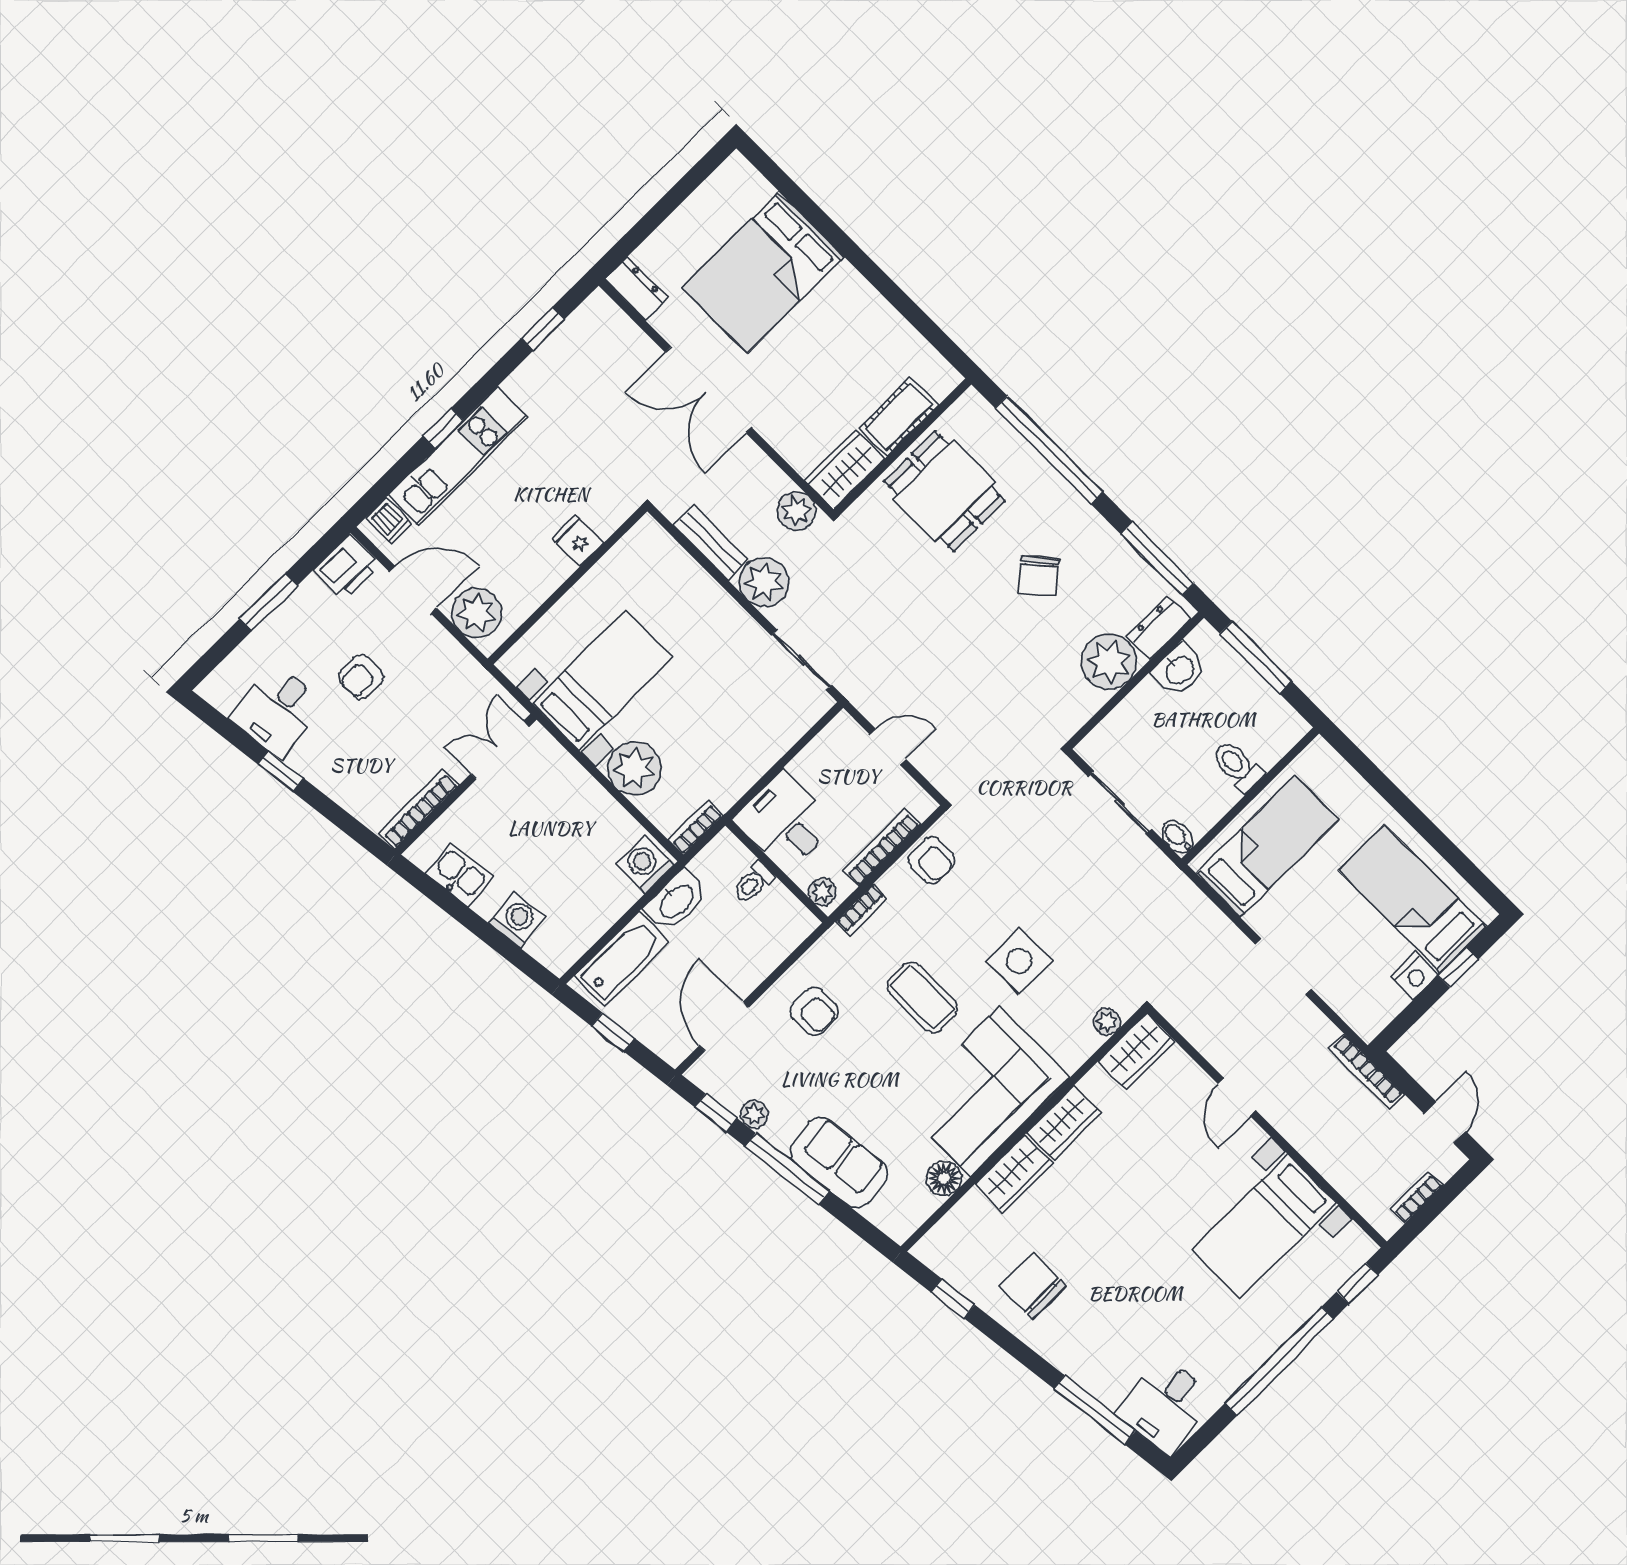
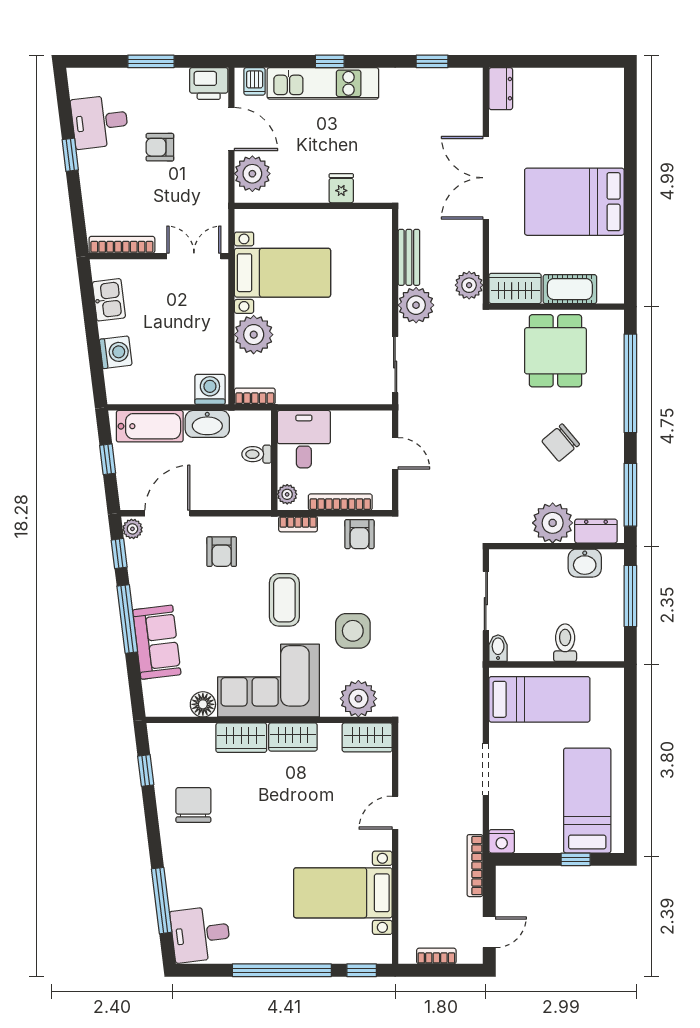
bed: (763, 272) -> (574, 202), moved
nightstand: (1415, 976) -> (502, 841), moved
plant: (1107, 1022) -> (358, 699), width x1.88, depth x1.88
plant: (754, 1114) -> (132, 529), moved

